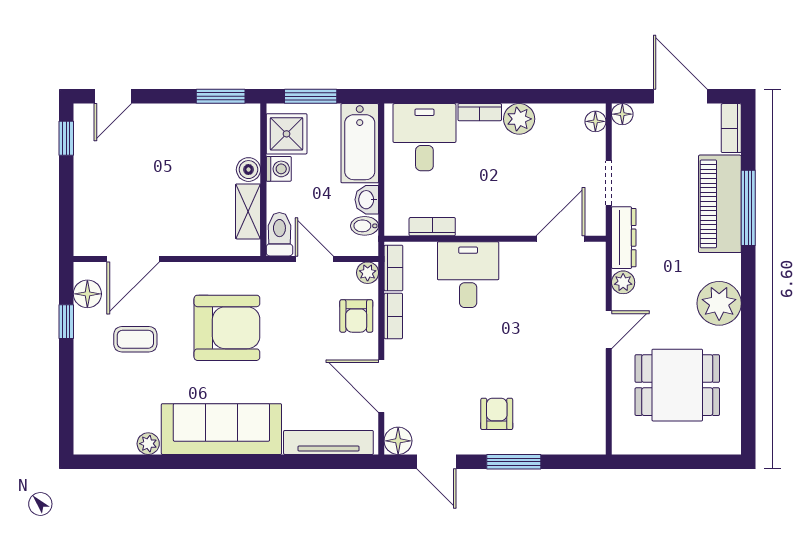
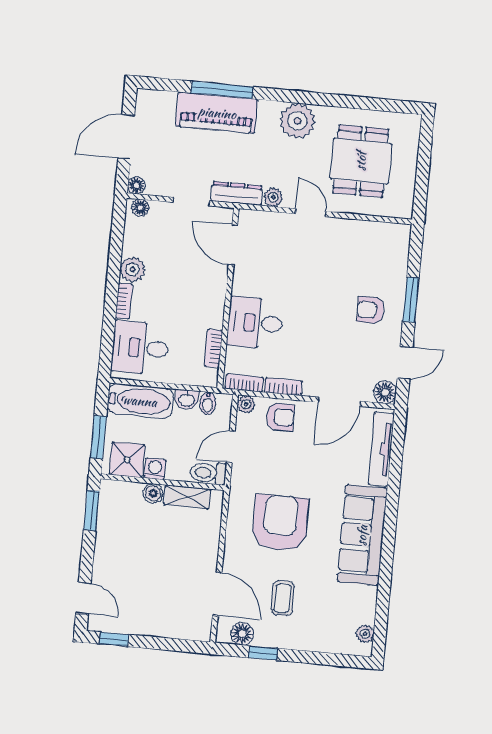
bookcase: (731, 128) -> (156, 98), removed
plant: (148, 444) -> (365, 634), moved

